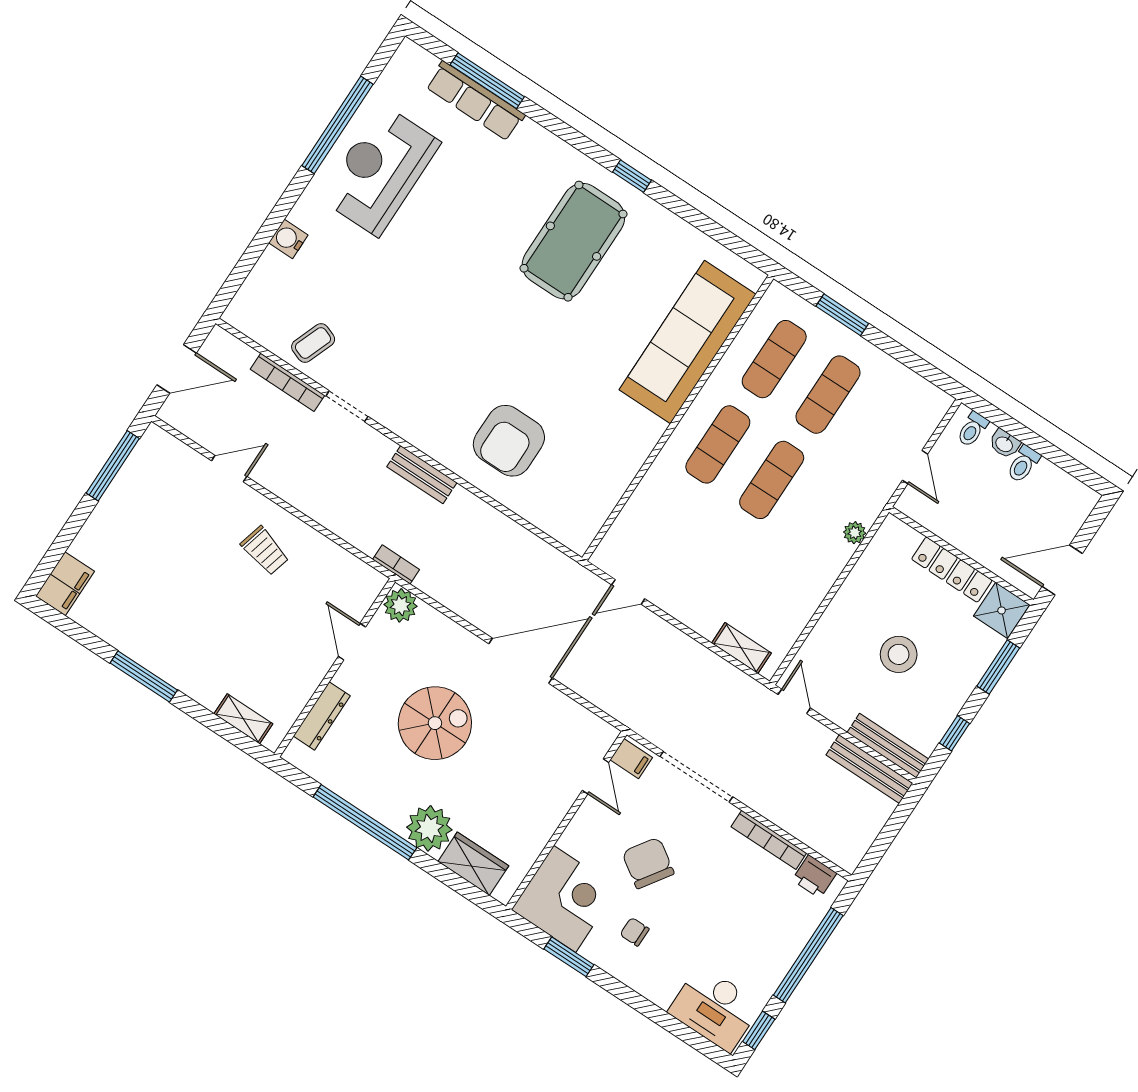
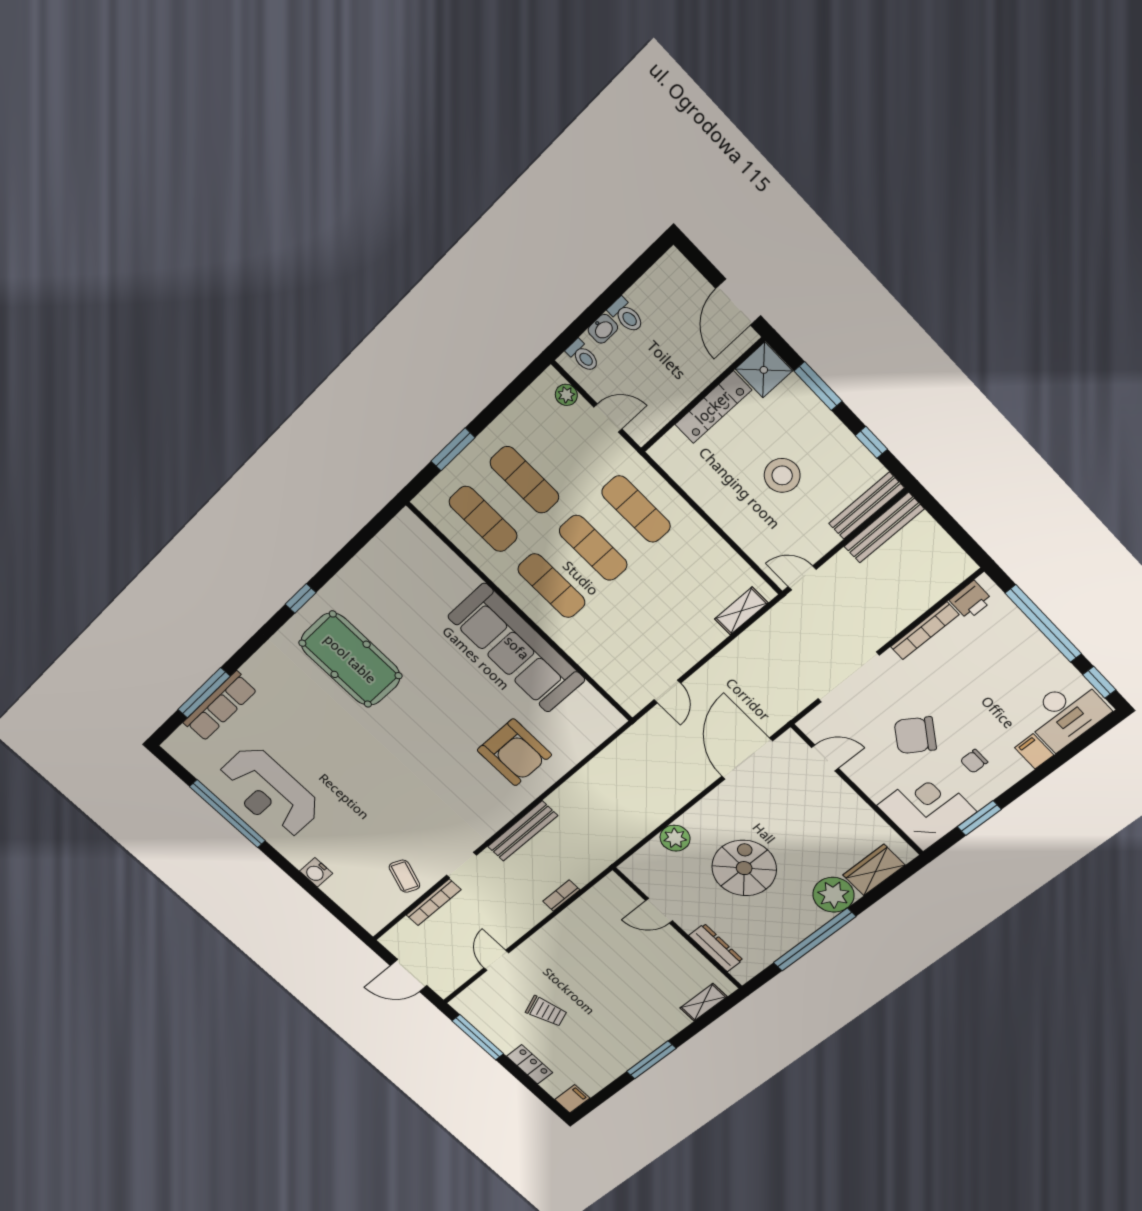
sofa: (688, 342) -> (517, 648), moved
door: (177, 369) -> (409, 976), swing flipped
bench: (422, 475) -> (523, 831), width x1.36
exercise mat: (826, 515) -> (636, 509), added
plant: (855, 533) -> (566, 395), moved
locker: (92, 535) -> (530, 1064), added
trolley: (265, 551) -> (546, 1011), moved, turned 55
bookcase: (396, 564) -> (561, 896), moved
filing cabinet: (65, 584) -> (572, 1099), width x0.50
plant: (400, 605) -> (675, 838), moved
door: (521, 661) -> (747, 759), moved
filing cabinet: (631, 759) -> (1034, 751), moved, turned -90

